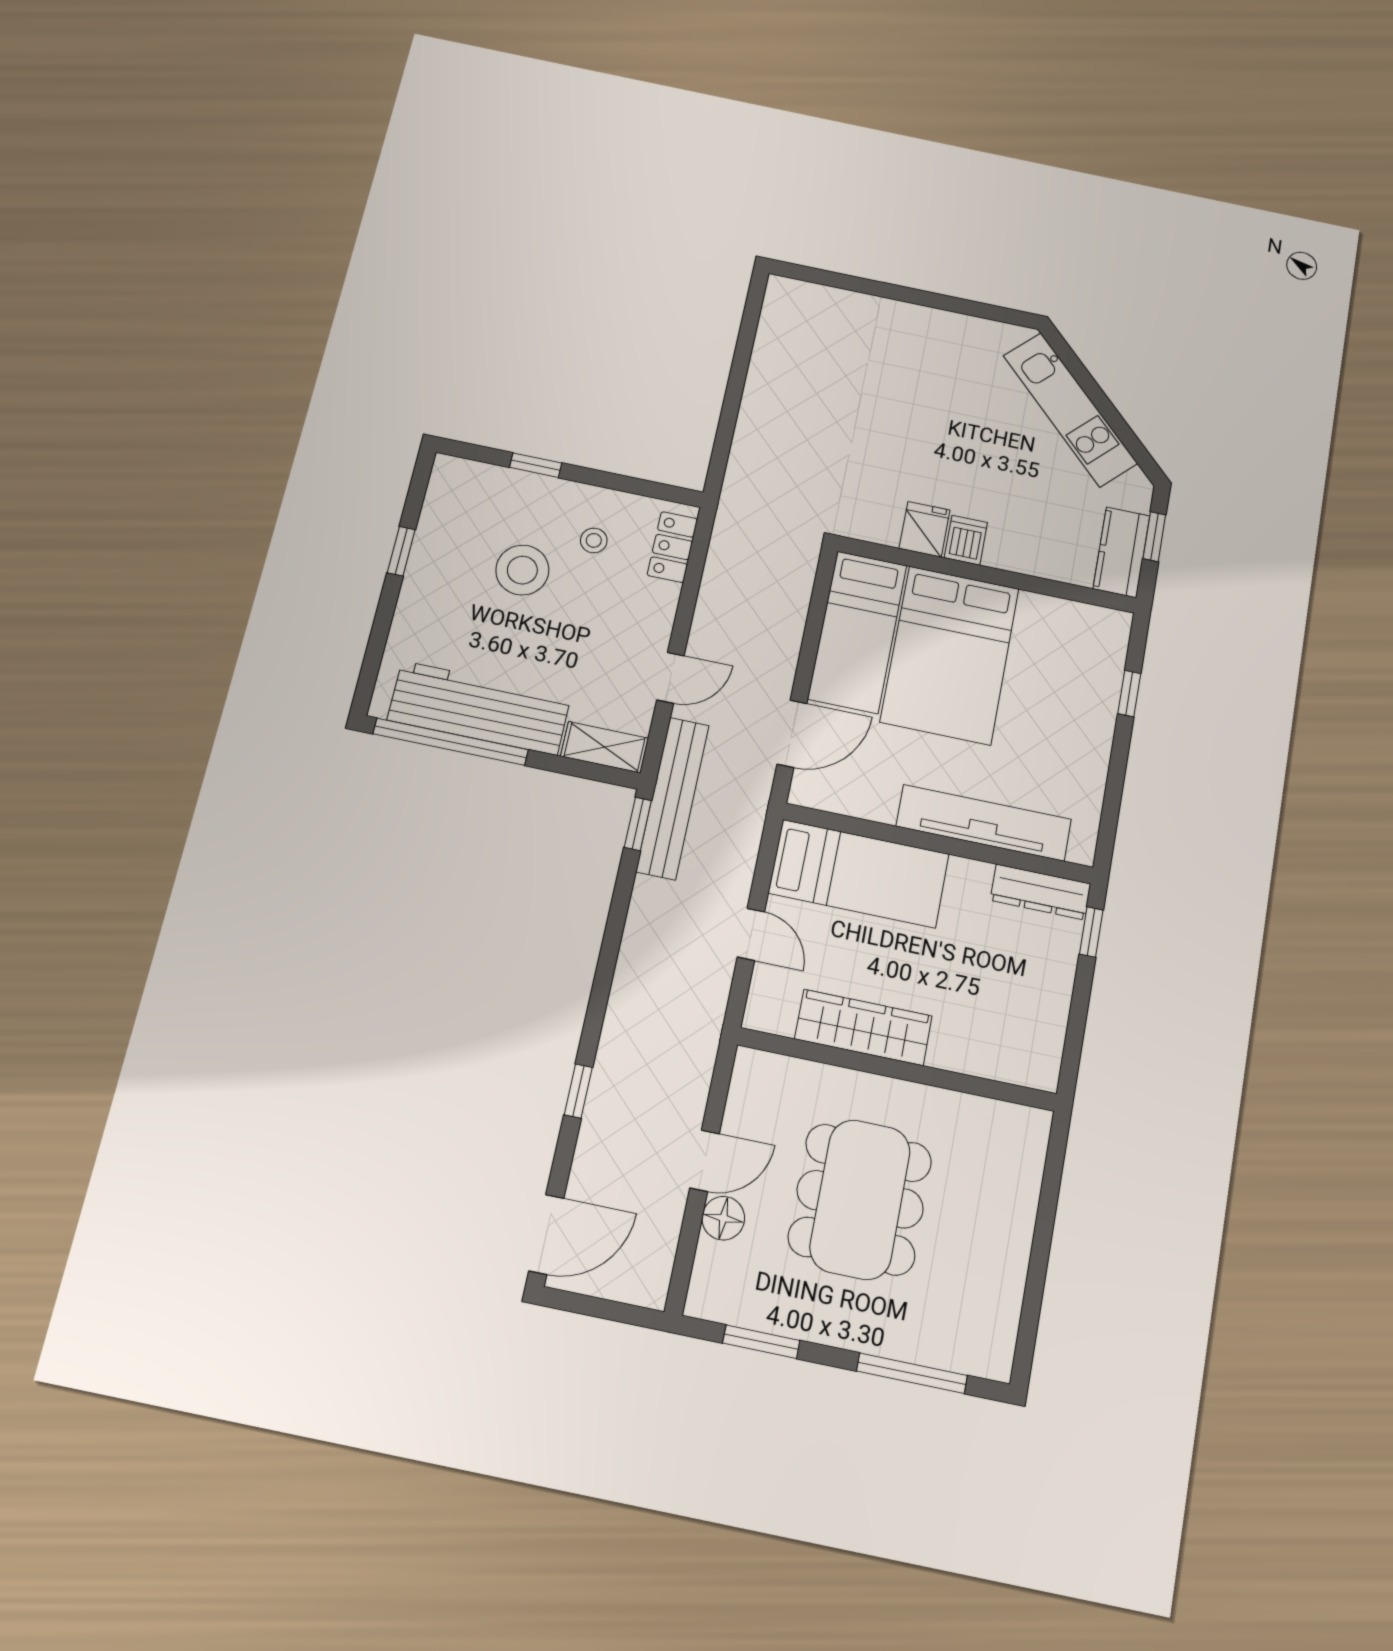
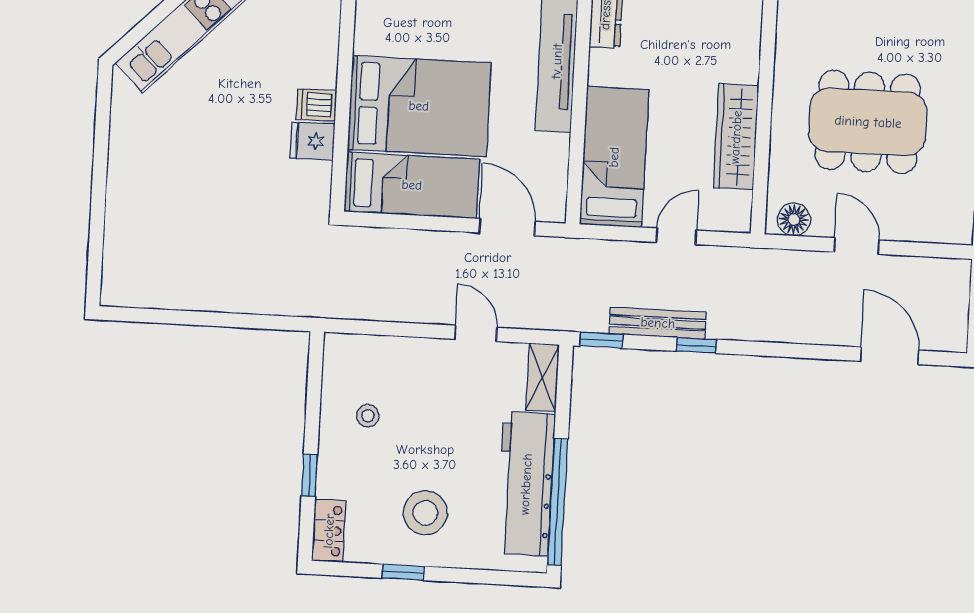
locker: (672, 547) -> (329, 531), moved, turned -90
stool: (522, 570) -> (425, 513), moved
bench: (673, 798) -> (658, 323), moved, width x0.73, depth x0.82
window: (578, 1091) -> (696, 345), moved
floor lamp: (723, 1218) -> (794, 219), moved
door: (546, 1234) -> (889, 356), moved

